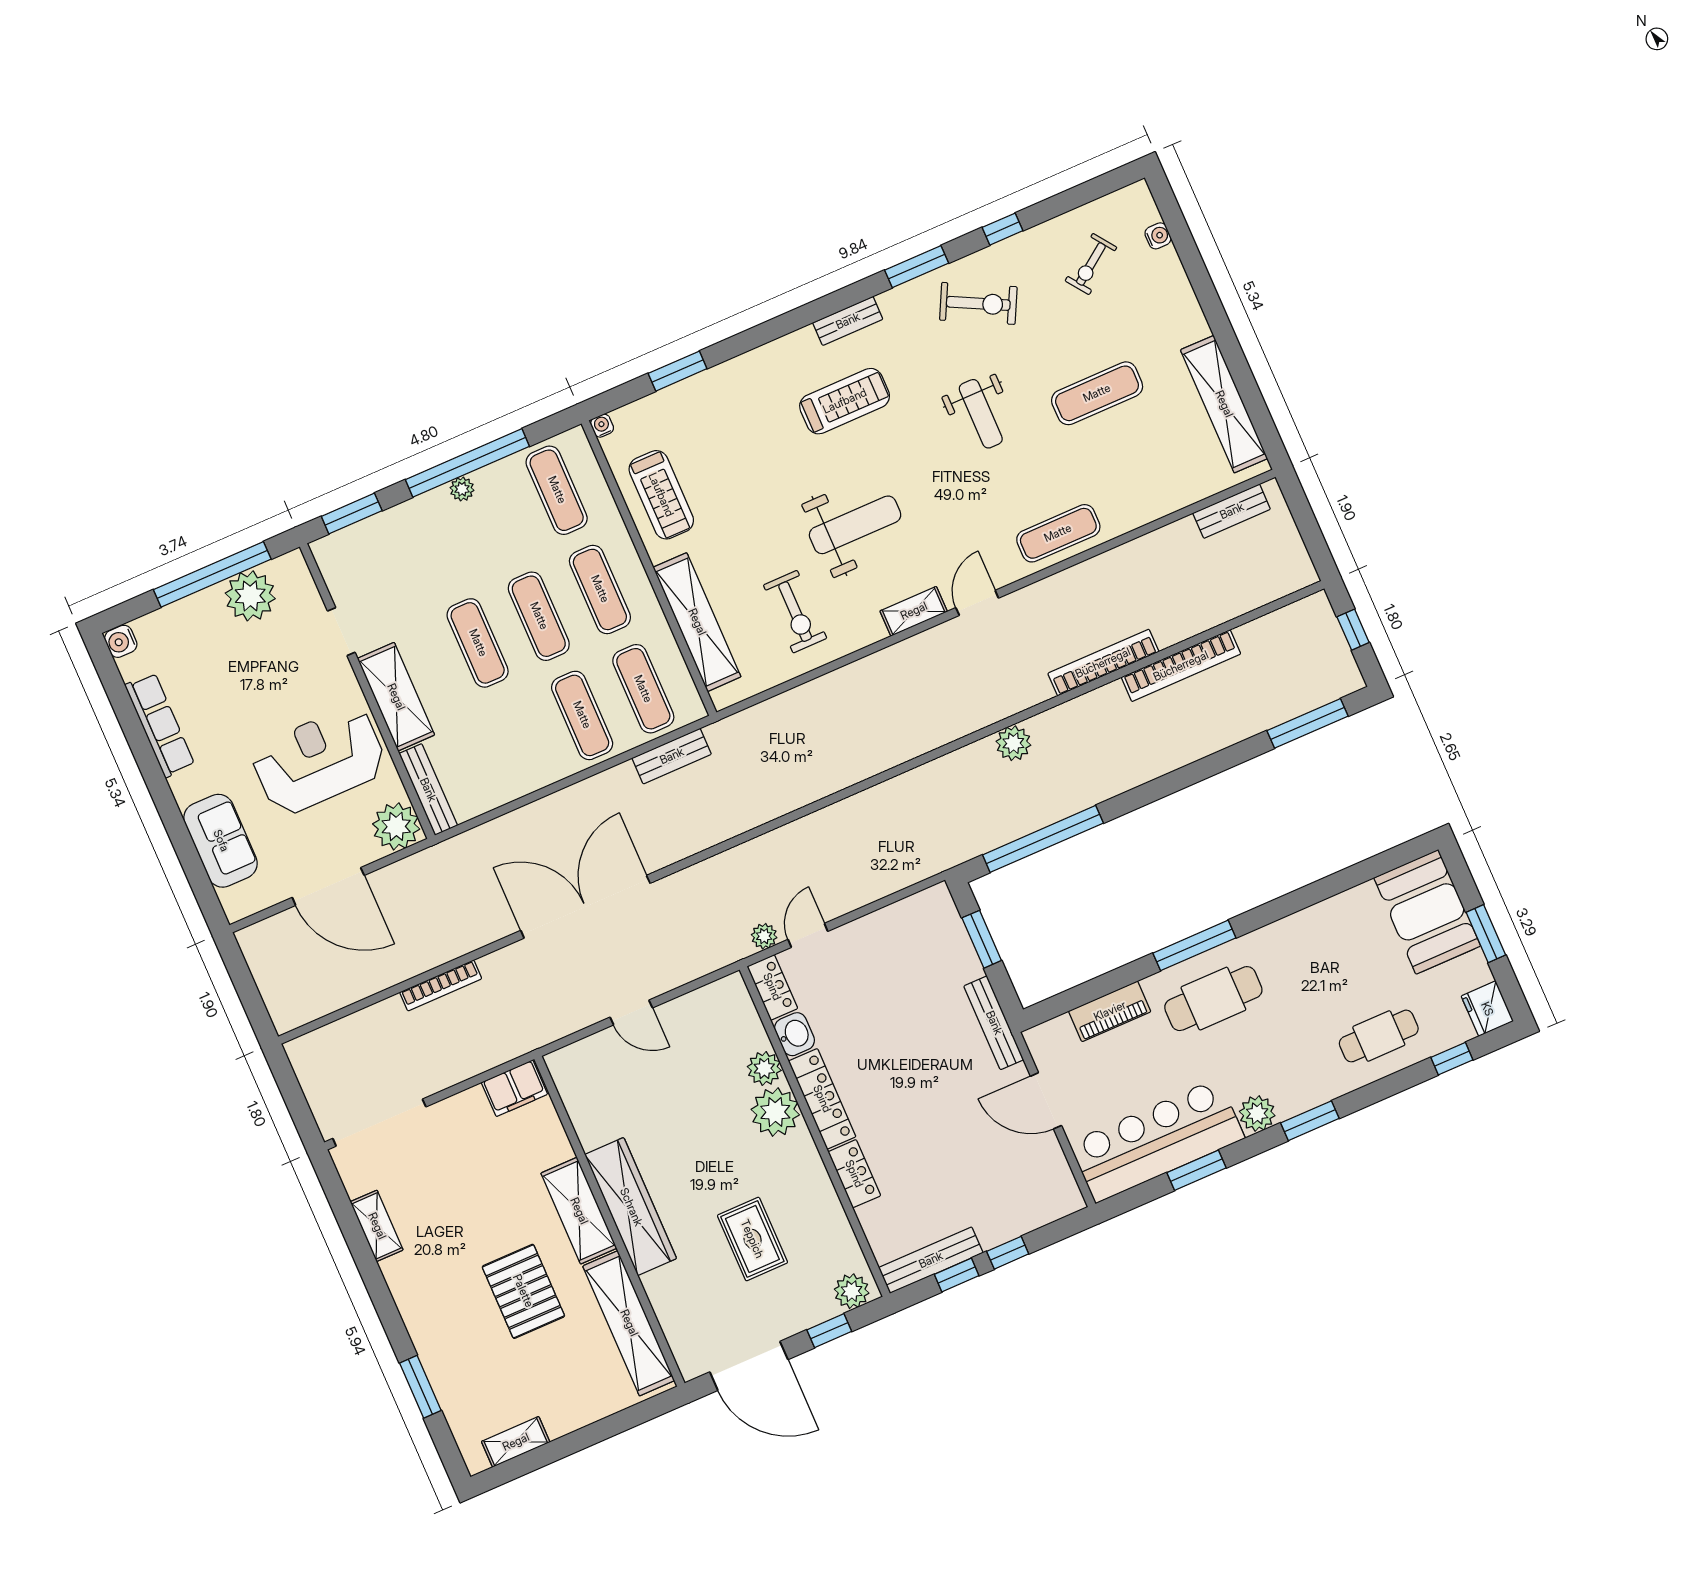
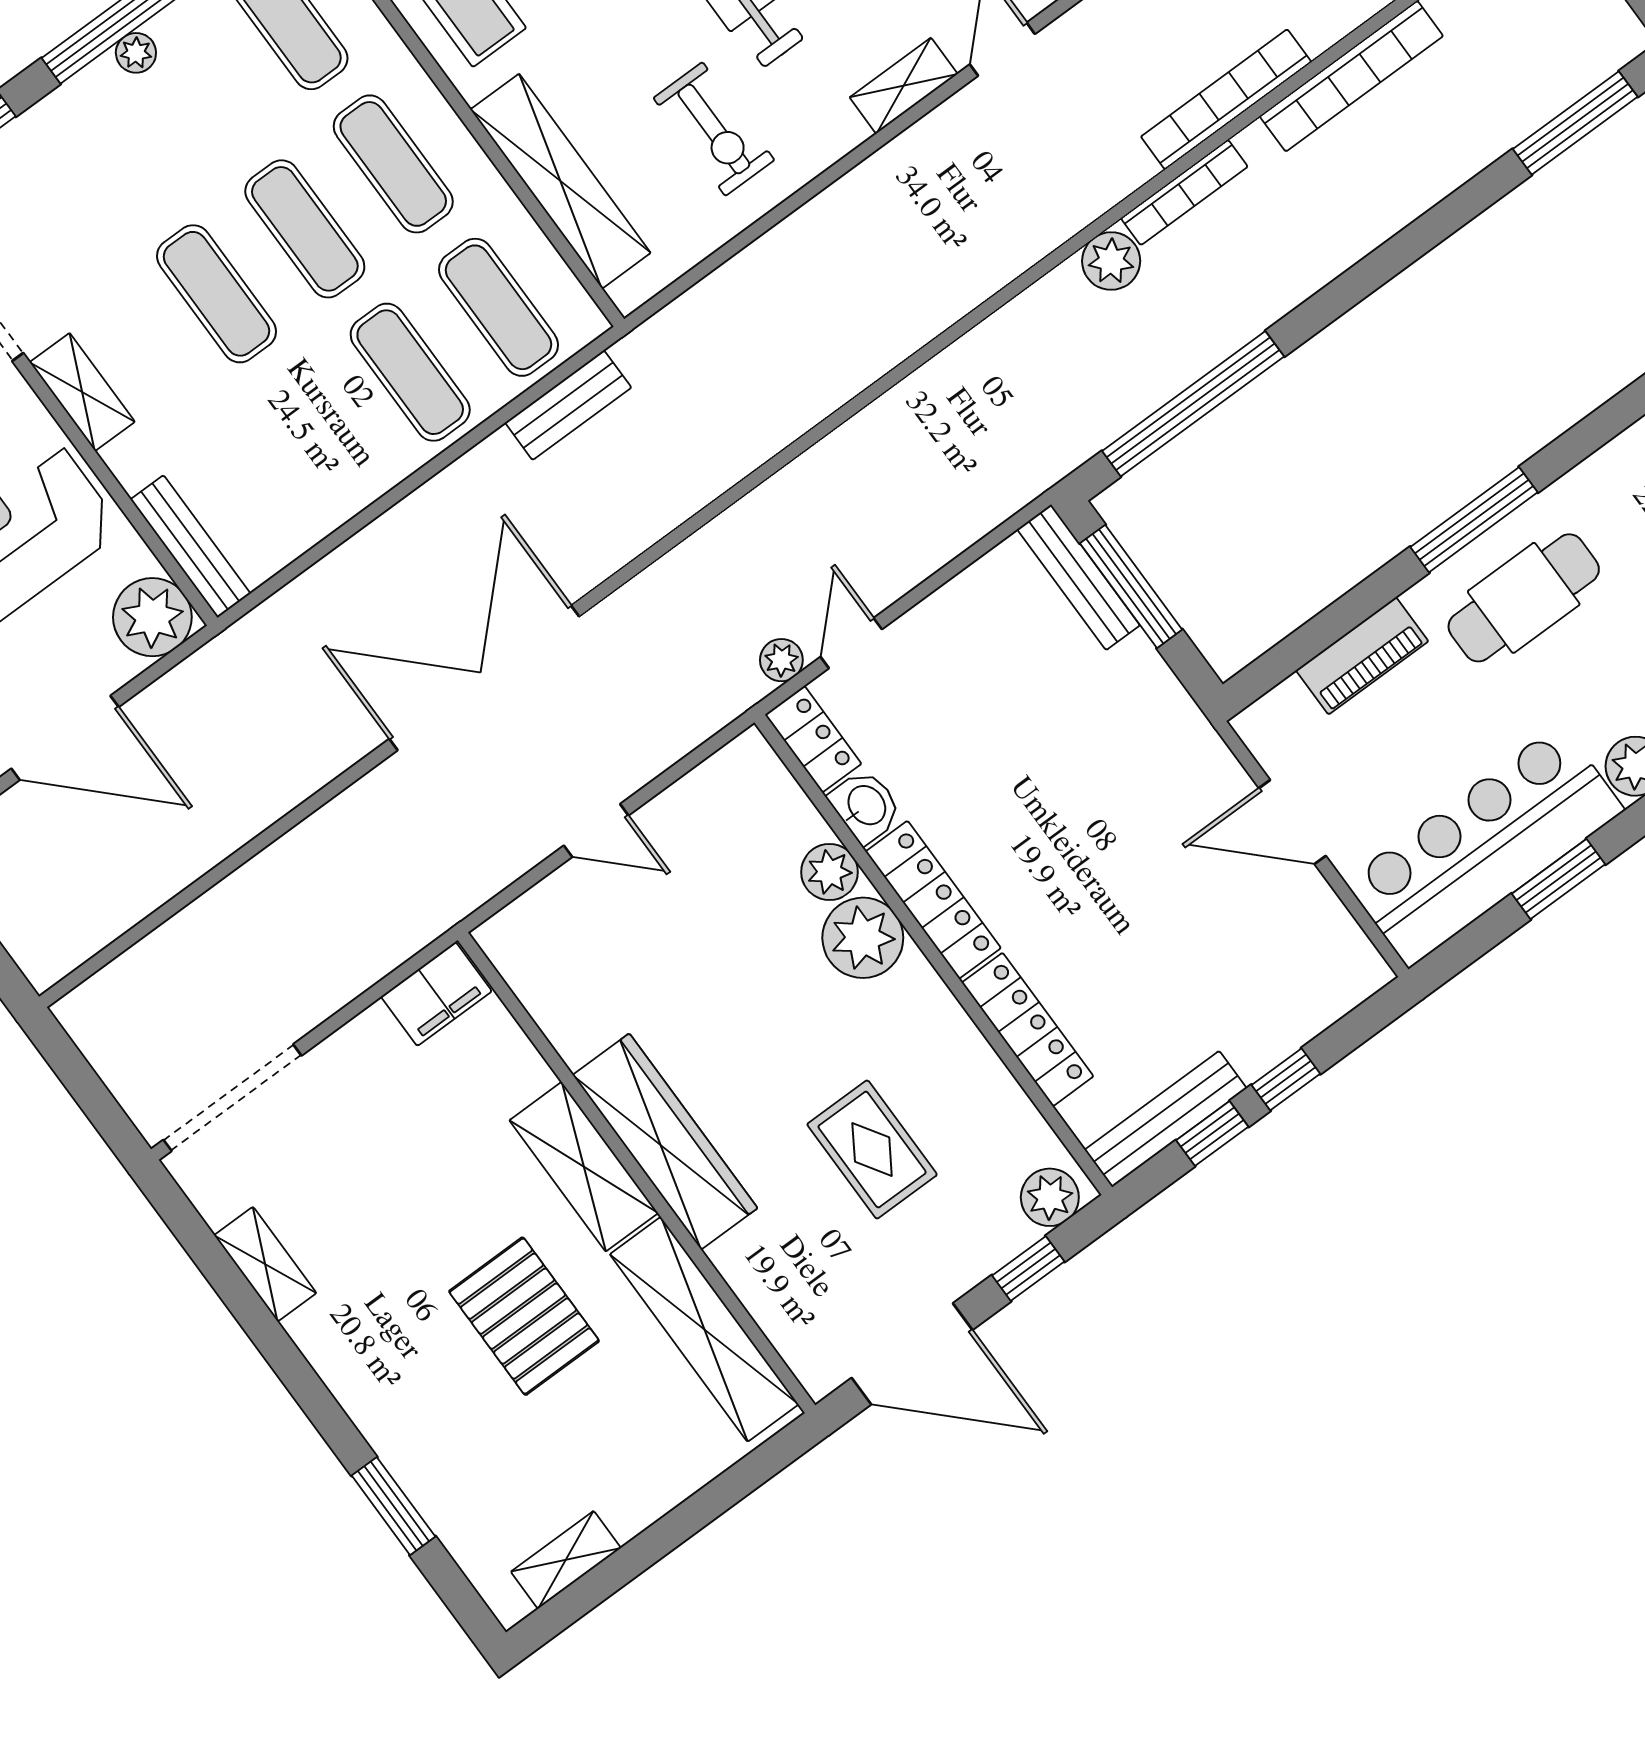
shelving: (396, 697) -> (82, 392), width x0.67, depth x0.75
window: (982, 939) -> (1131, 586), width x1.44
bookcase: (441, 986) -> (1184, 192), moved
bench: (994, 1023) -> (1079, 577), moved
locker: (854, 1174) -> (1028, 1030), width x1.53

